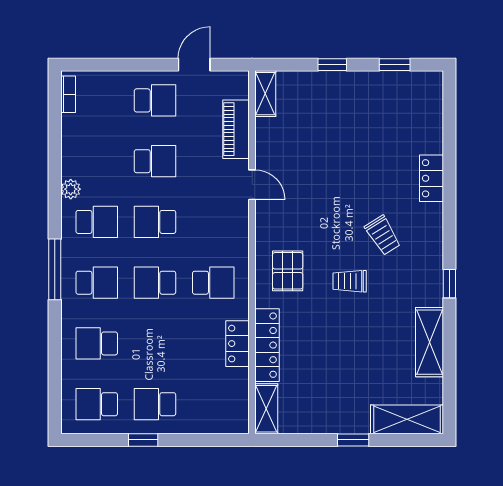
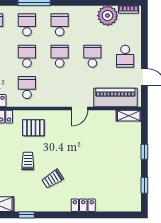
piano: (236, 129) -> (115, 98), width x1.37, depth x1.33
school desk: (155, 161) -> (92, 56), turned 180
plant: (71, 189) -> (108, 16), moved, width x1.87, depth x1.87
school desk: (97, 222) -> (60, 25), turned 180
school desk: (97, 283) -> (27, 25), turned 180
school desk: (213, 283) -> (27, 88), turned 180

